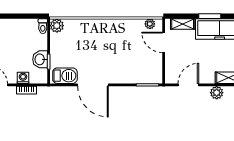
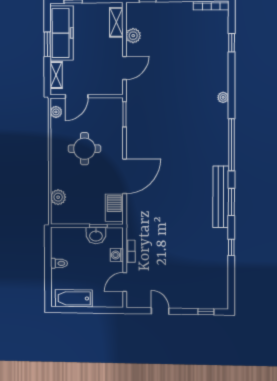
toilet: (43, 26) -> (59, 263), moved
plant: (57, 26) -> (58, 197), moved
round table: (117, 49) -> (84, 149), added
door: (188, 85) -> (124, 68), swing flipped

